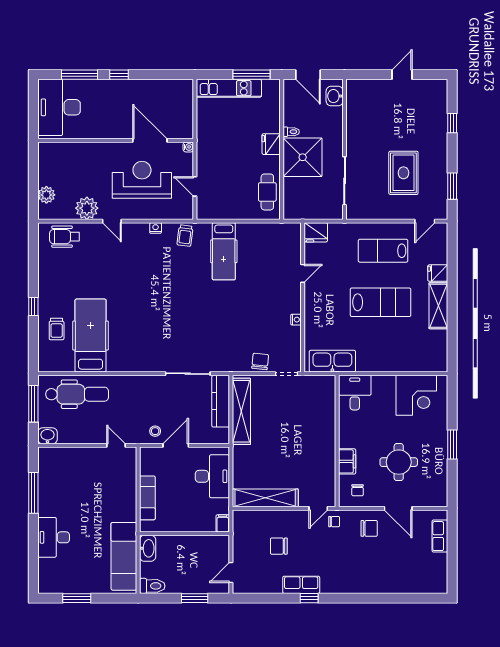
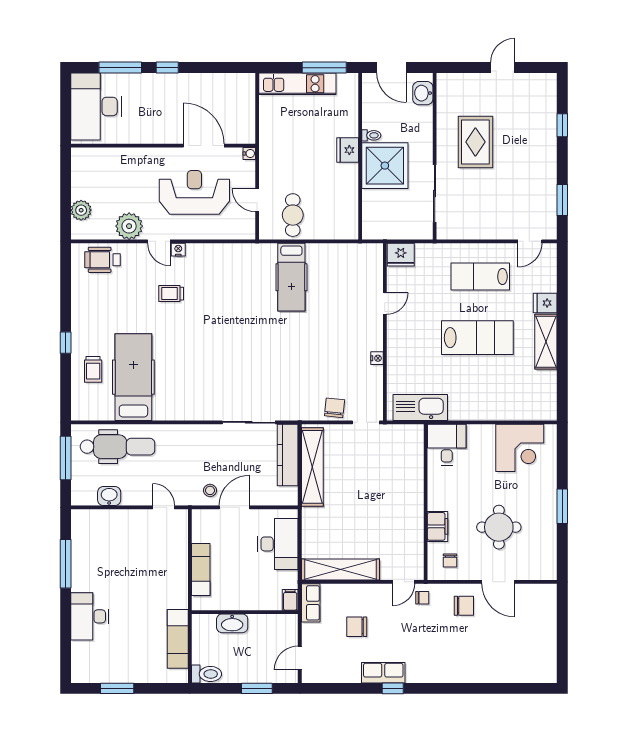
rug: (403, 173) -> (475, 142), moved
cafe table: (267, 192) -> (293, 215), moved
nightstand: (156, 228) -> (178, 250), moved
trolley: (185, 236) -> (171, 294), moved, turned 83
washbasin: (47, 436) -> (109, 496), moved
row of seats: (440, 536) -> (311, 603), moved, turned 180
washbasin: (148, 548) -> (232, 623), moved, turned 90
exam couch: (124, 556) -> (178, 639), width x0.73, depth x0.69

